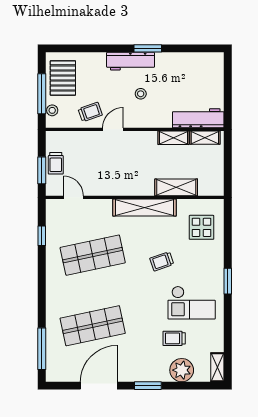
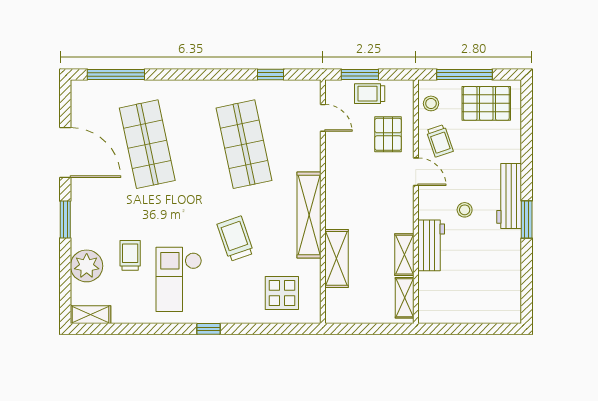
stool: (52, 110) -> (431, 103), moved
workbench: (198, 118) -> (431, 245), moved, width x0.73
pallet: (85, 150) -> (388, 134), added
door: (74, 197) -> (323, 118), hinge flipped
trolley: (162, 261) -> (235, 239), width x1.36, depth x1.39
window: (228, 281) -> (208, 329), width x0.67

